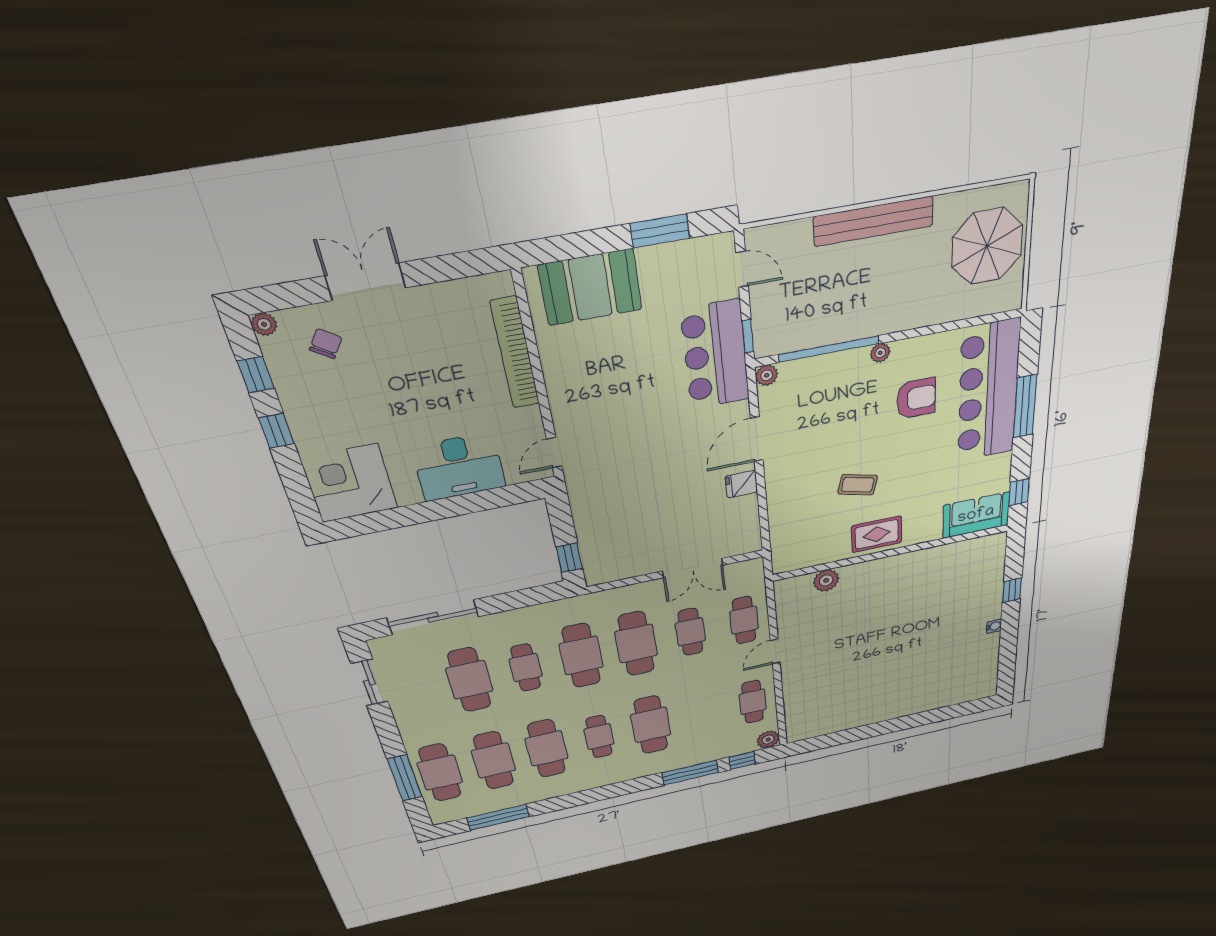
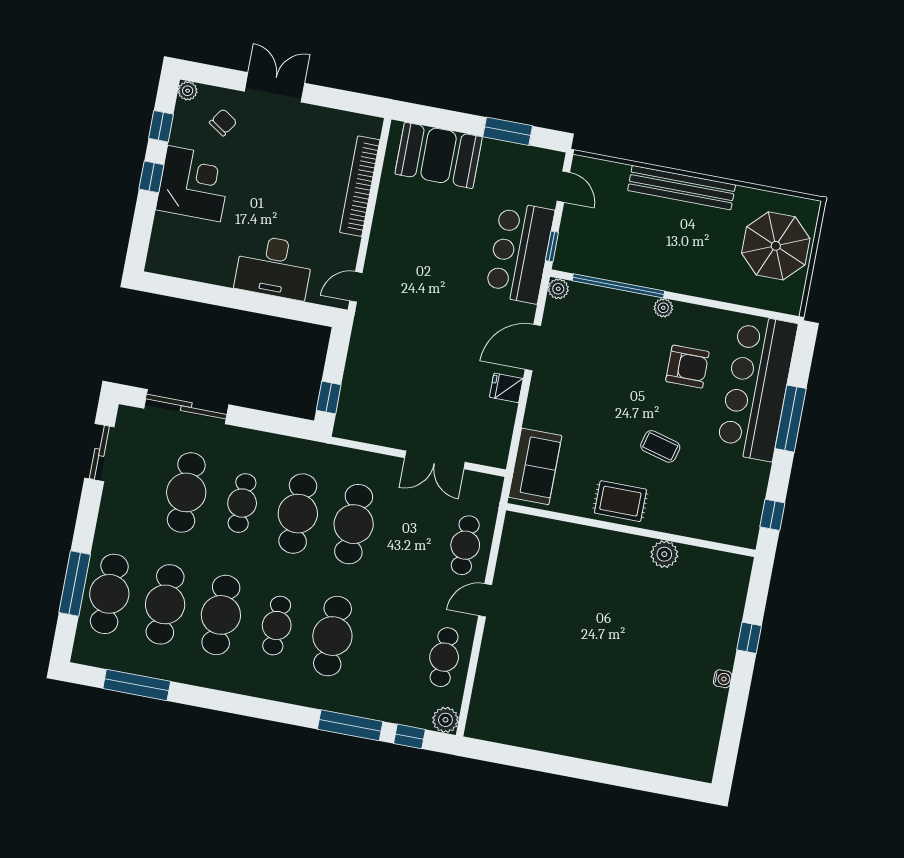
corner desk: (350, 483) -> (194, 184), moved, turned 90
coffee table: (858, 485) -> (660, 446), moved
sofa: (976, 515) -> (535, 466), moved, turned 90
plant: (826, 580) -> (664, 554), moved
cafe table: (690, 632) -> (409, 535), removed

